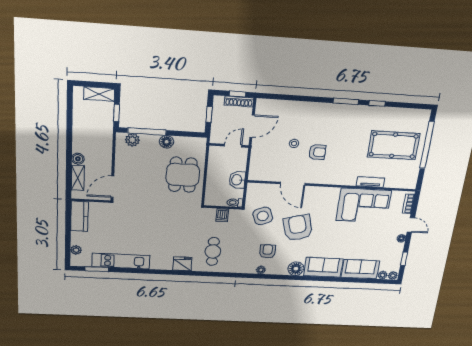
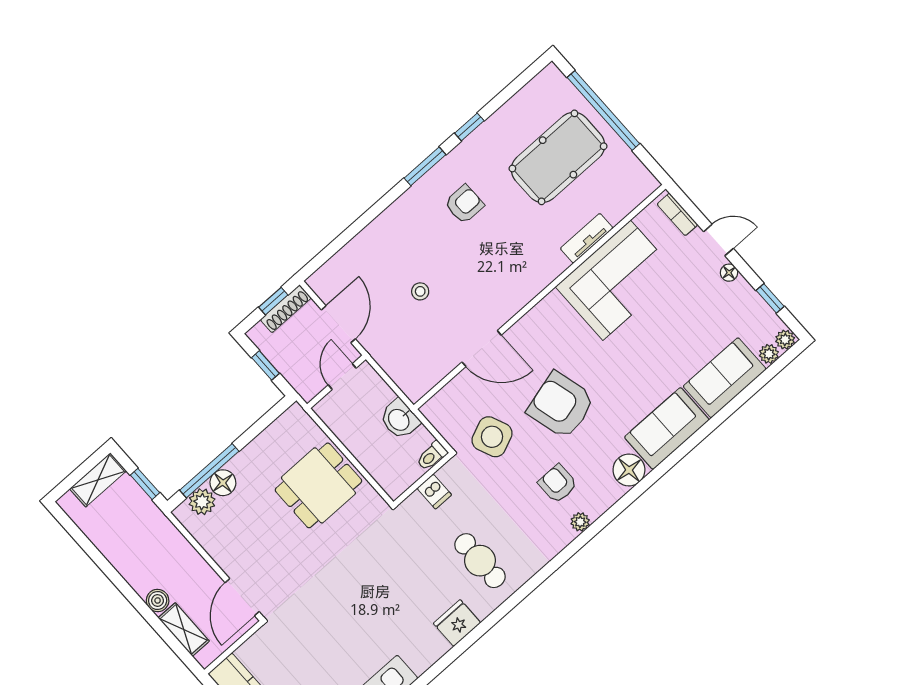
floor lamp: (167, 142) -> (223, 483), moved
armchair: (317, 152) -> (464, 204), moved
dining table: (183, 175) -> (318, 485), turned 90

